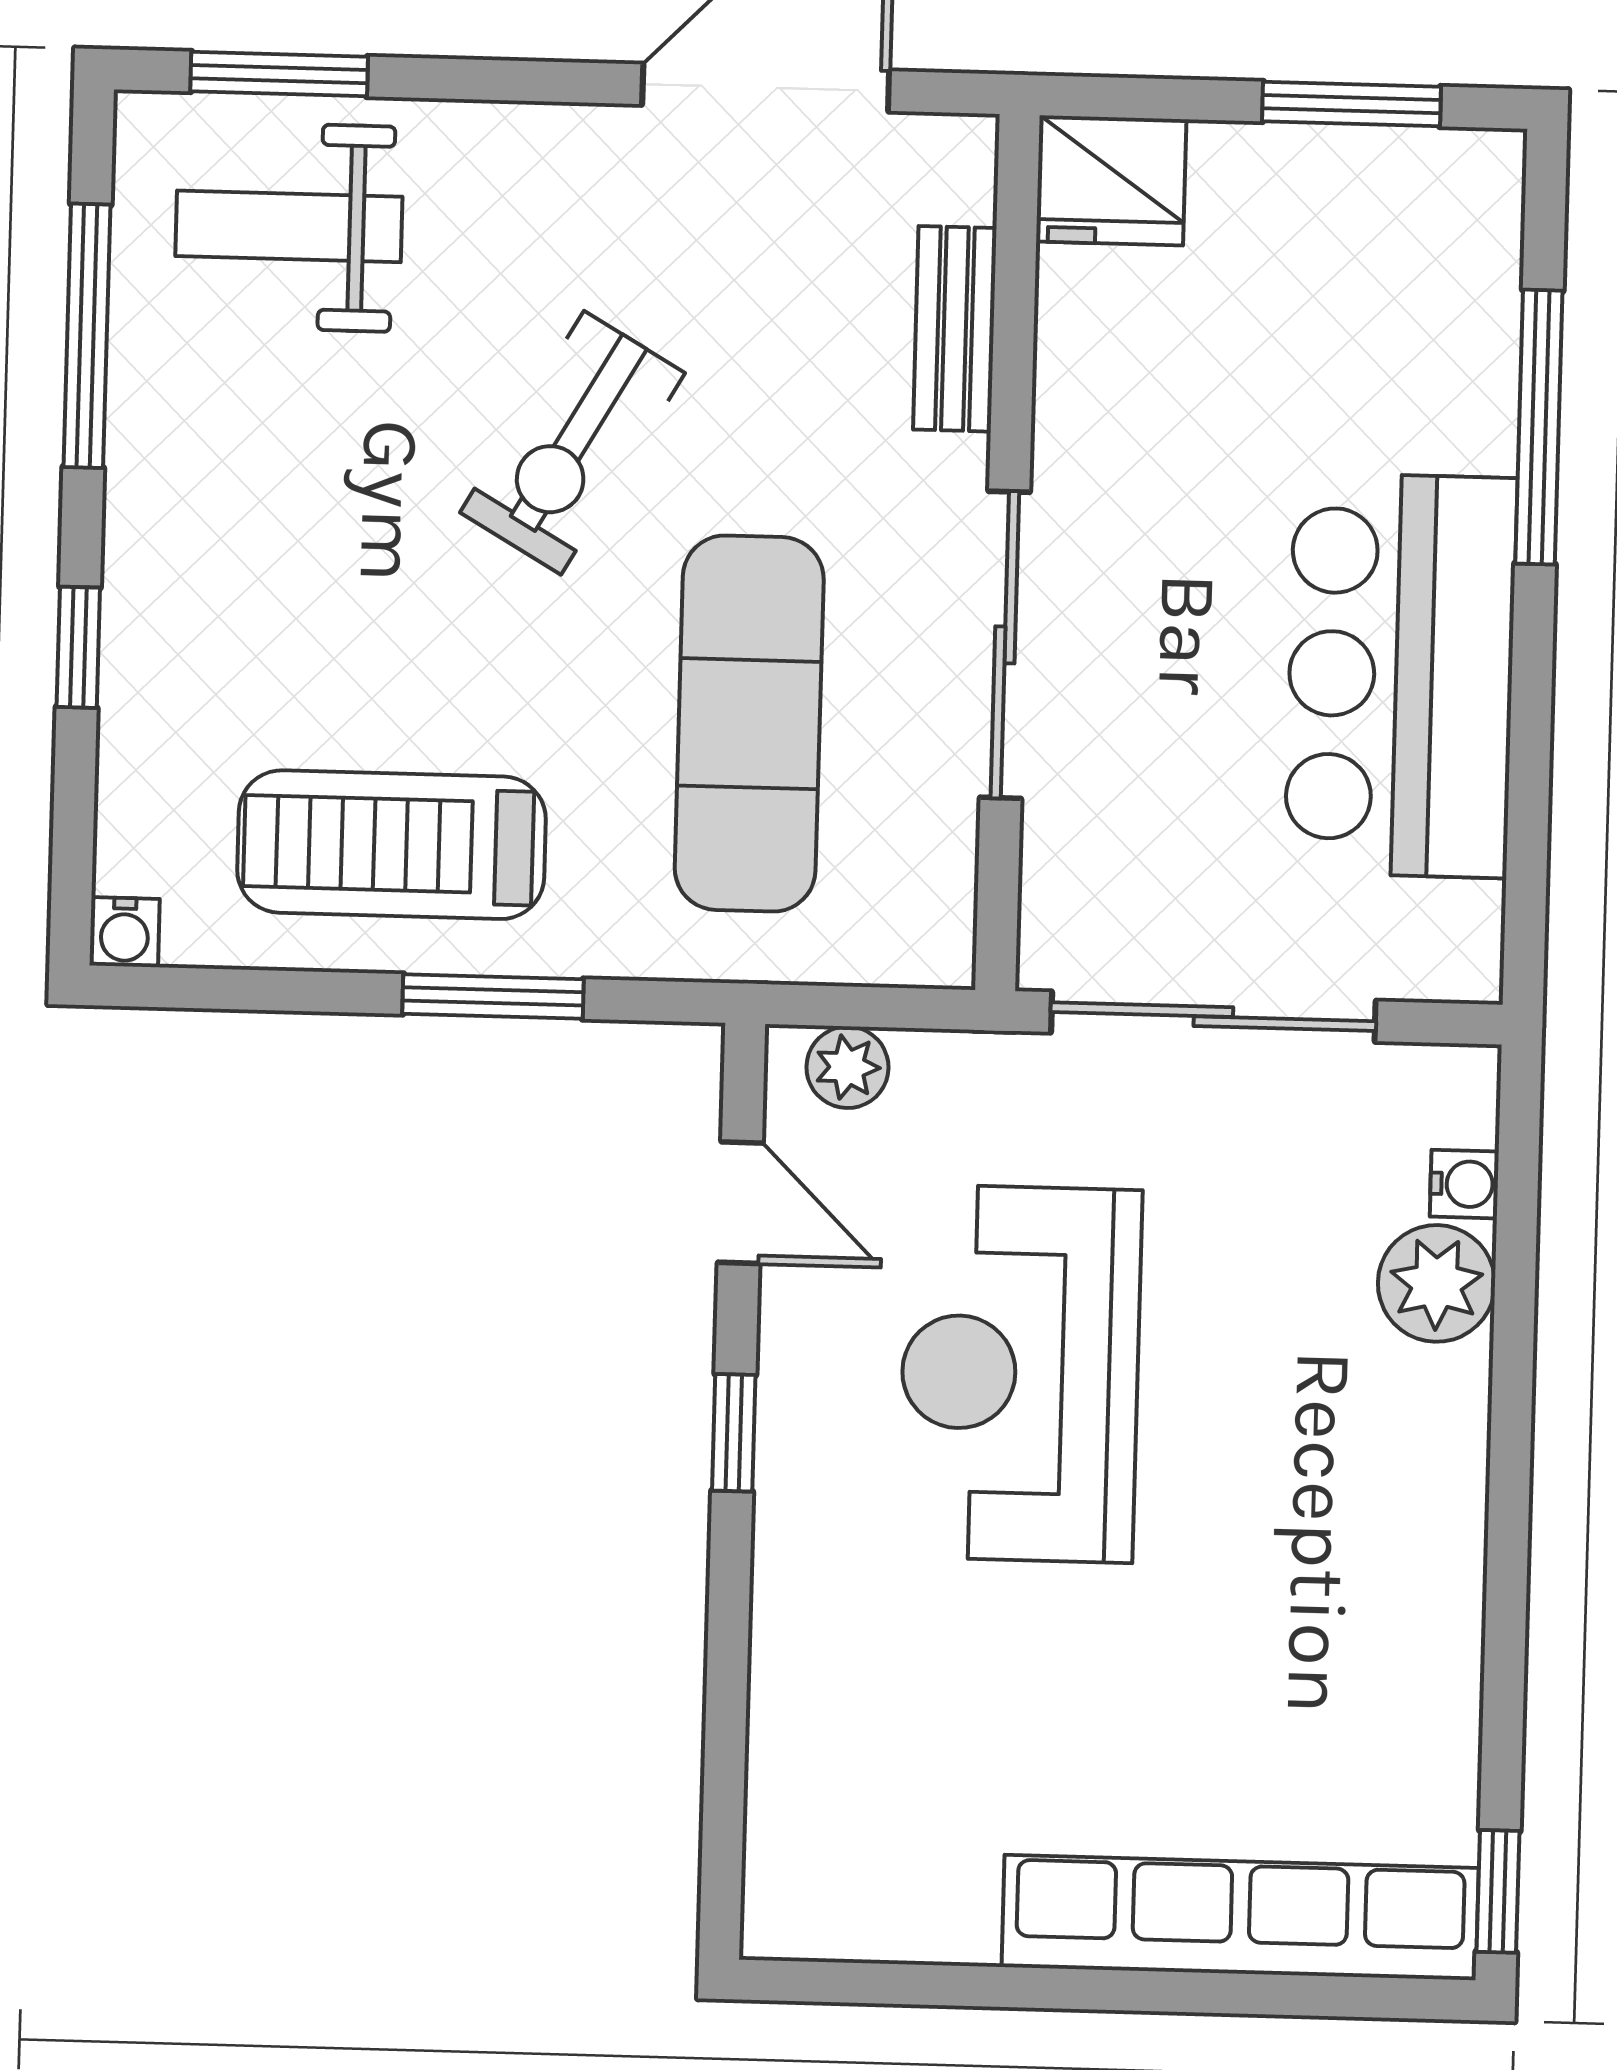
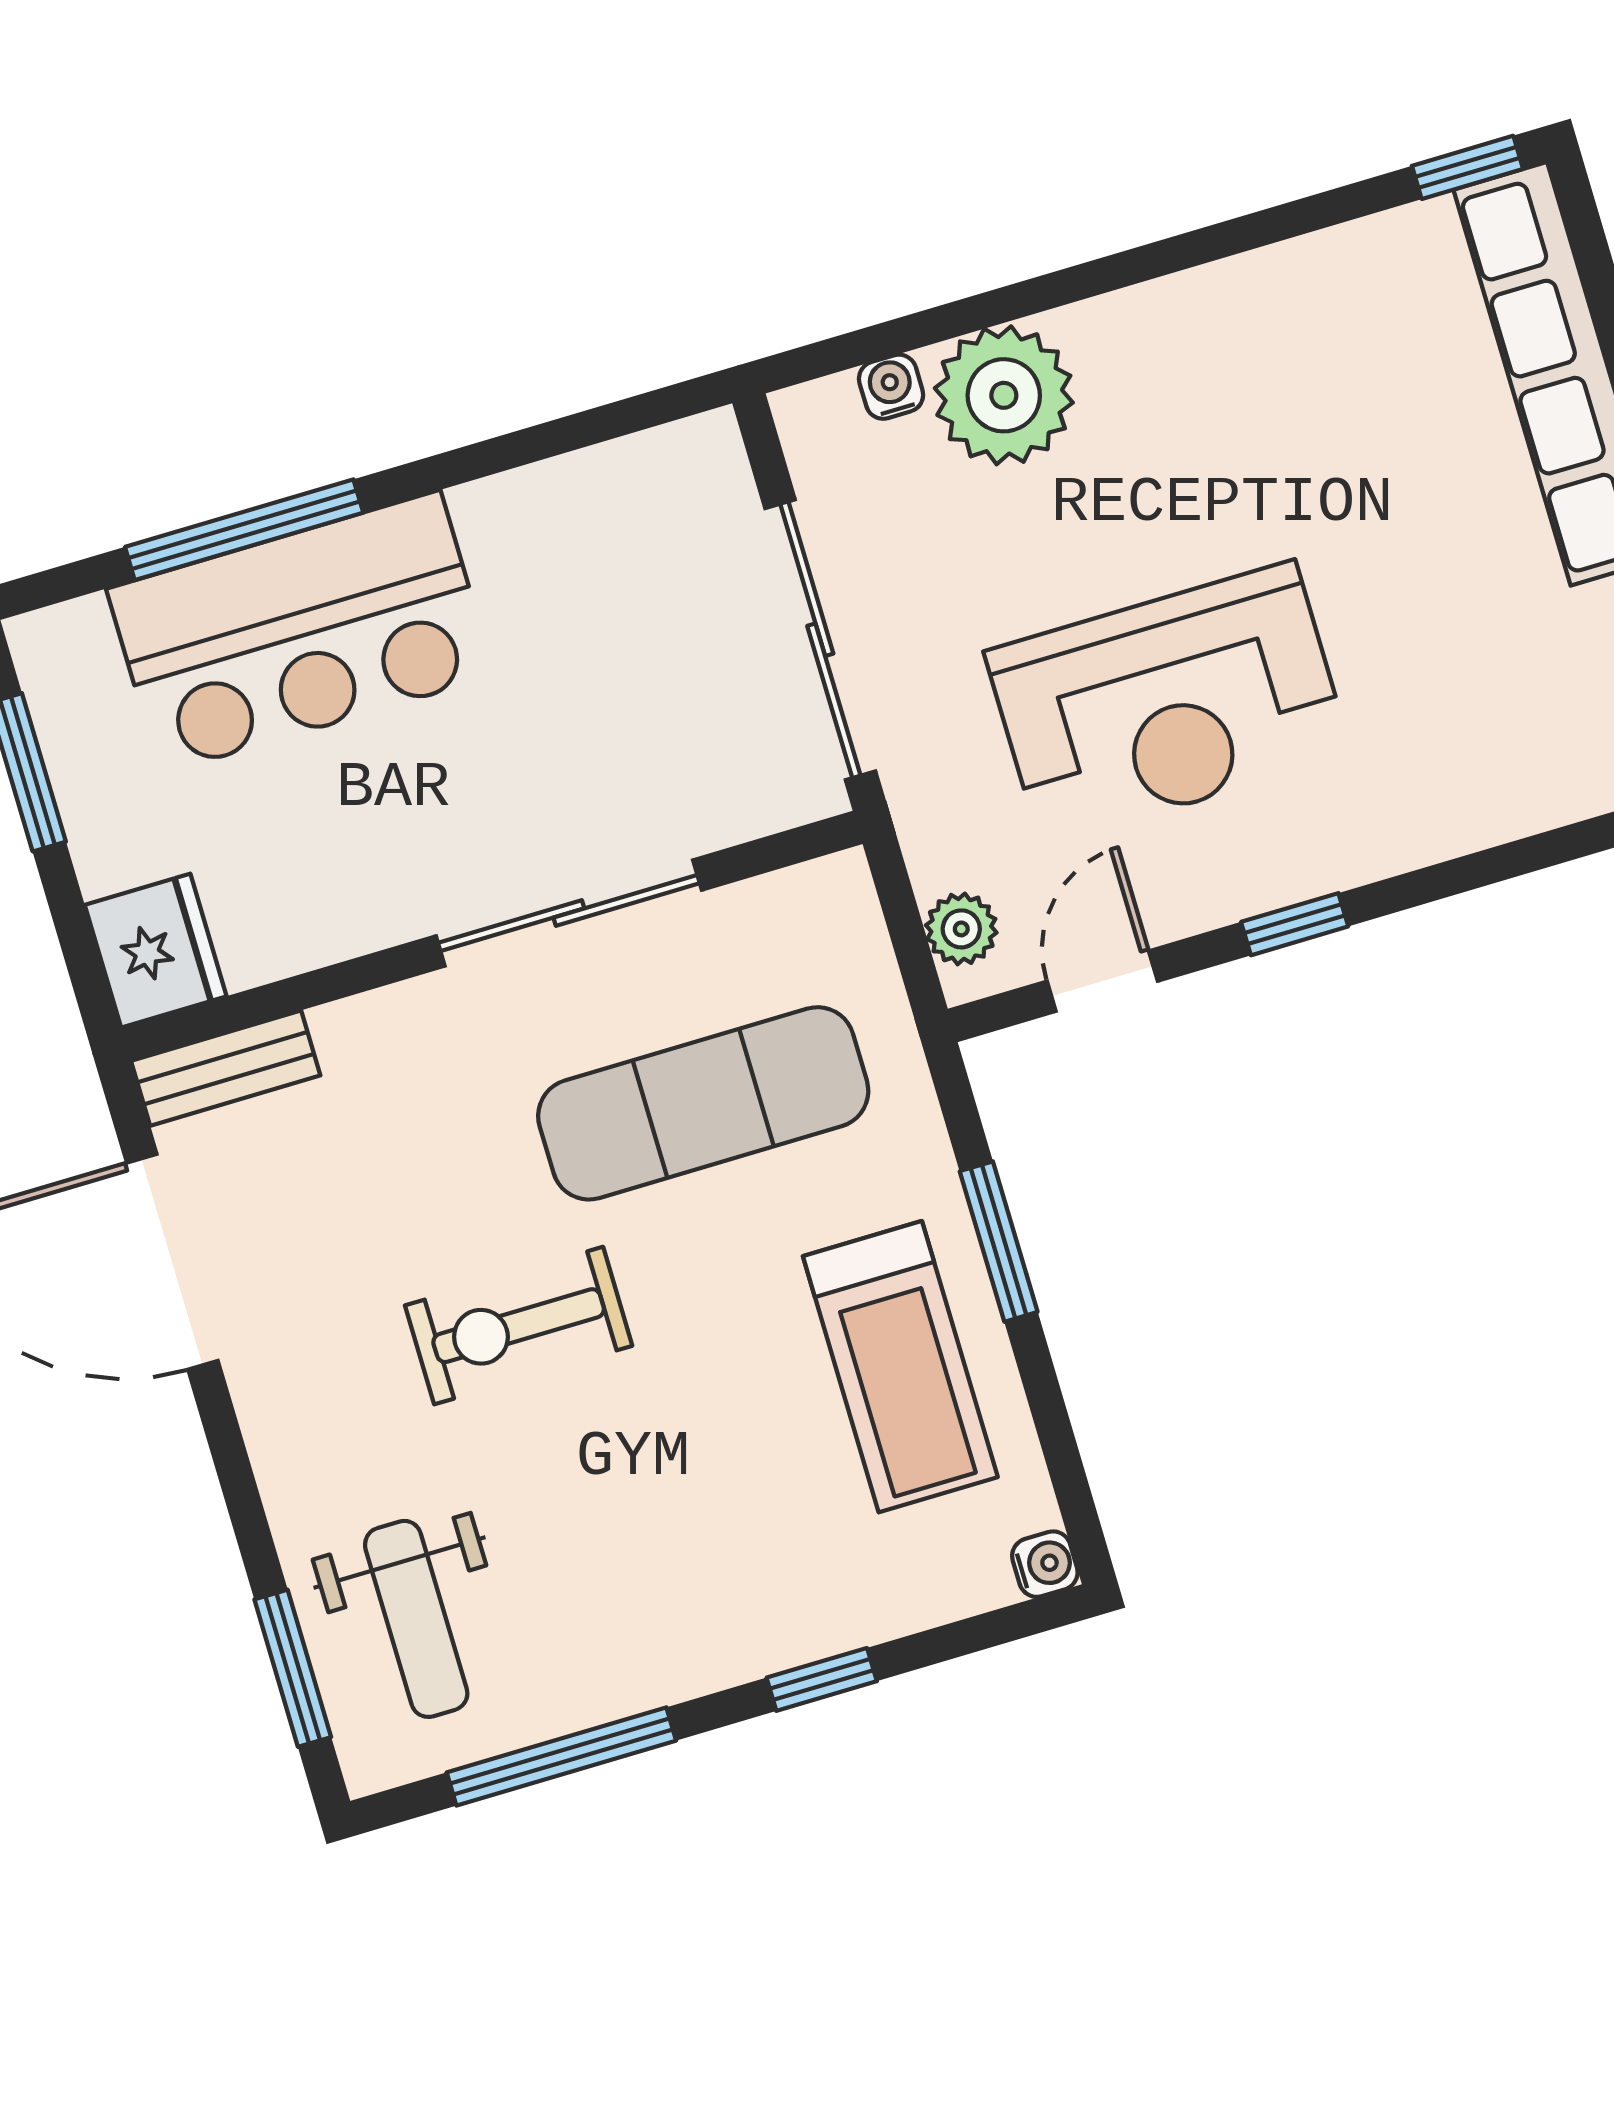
bench: (955, 329) -> (226, 1068), moved
exercise bike: (573, 443) -> (519, 1326), turned 150
bar counter: (1401, 675) -> (301, 632), moved
plant: (1437, 1283) -> (1004, 395), width x1.36, depth x1.36

